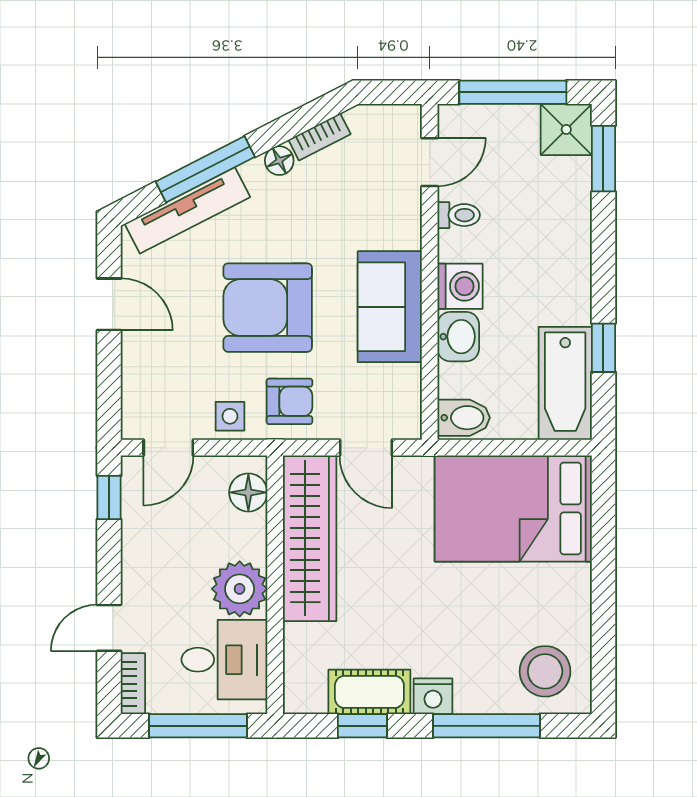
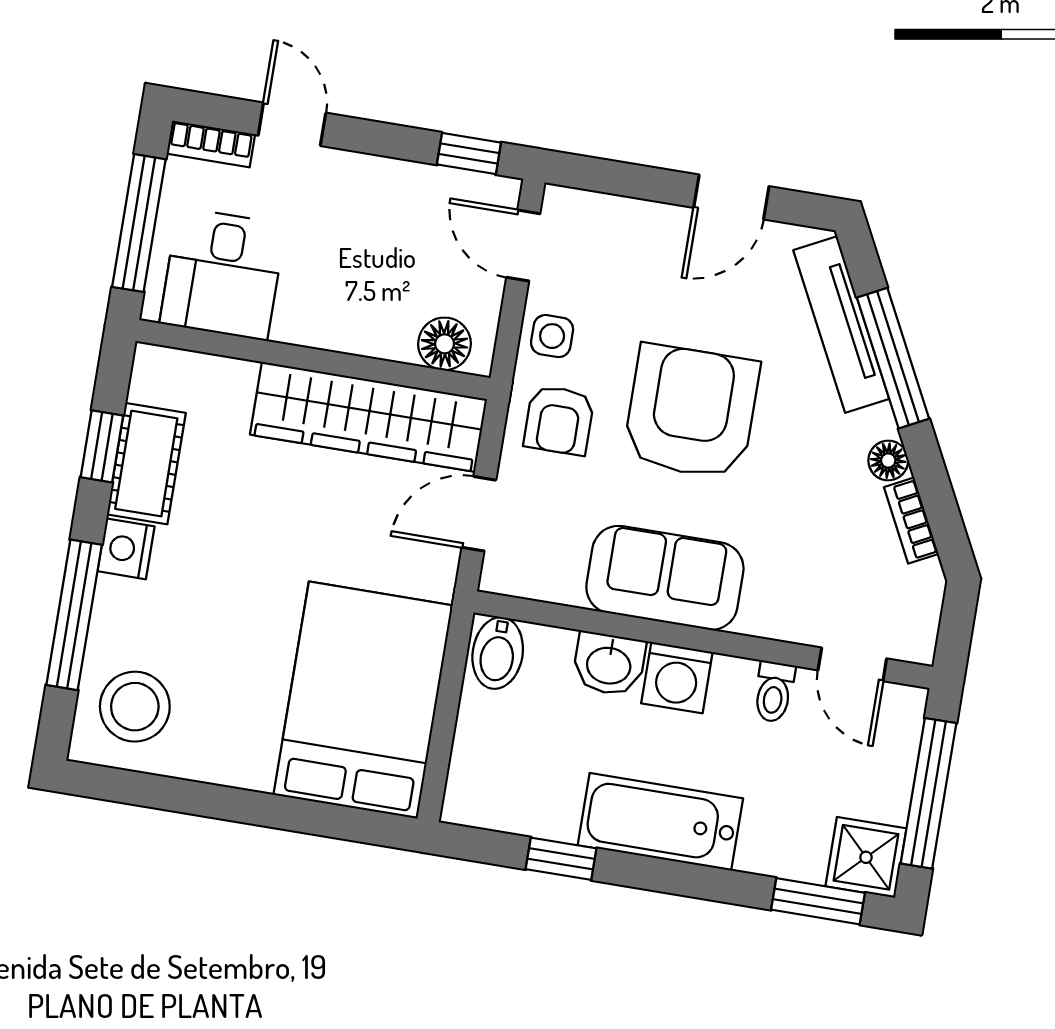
bathtub: (565, 383) -> (660, 822), moved
plant: (240, 589) -> (315, 310), removed

